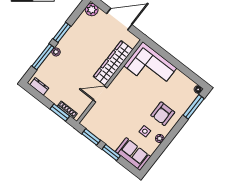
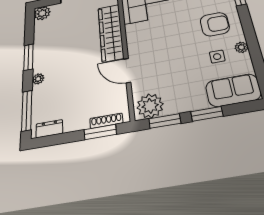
window: (43, 57) -> (27, 111), moved
door: (100, 94) -> (127, 71), hinge flipped
armchair: (163, 114) -> (215, 24), turned -90
plant: (92, 123) -> (150, 106), added

